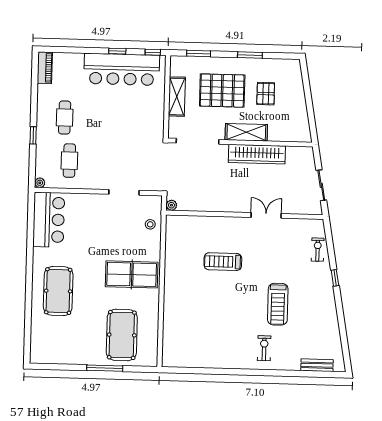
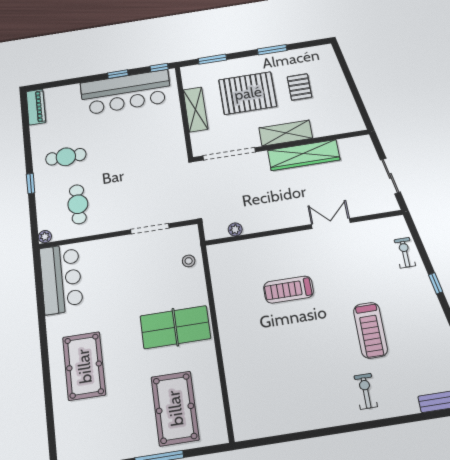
cafe table: (65, 118) -> (66, 157), turned 90
plant: (171, 205) -> (235, 229), moved

